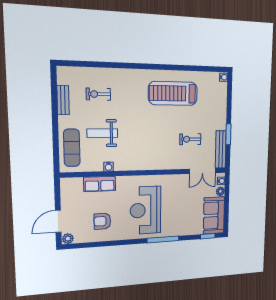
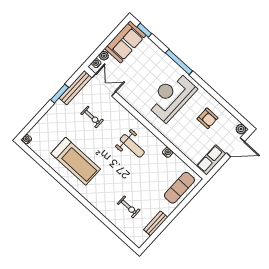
weight bench: (102, 133) -> (132, 146), moved
row of seats: (100, 184) -> (211, 160), moved, turned -90
reception desk: (146, 210) -> (171, 96), turned 180

